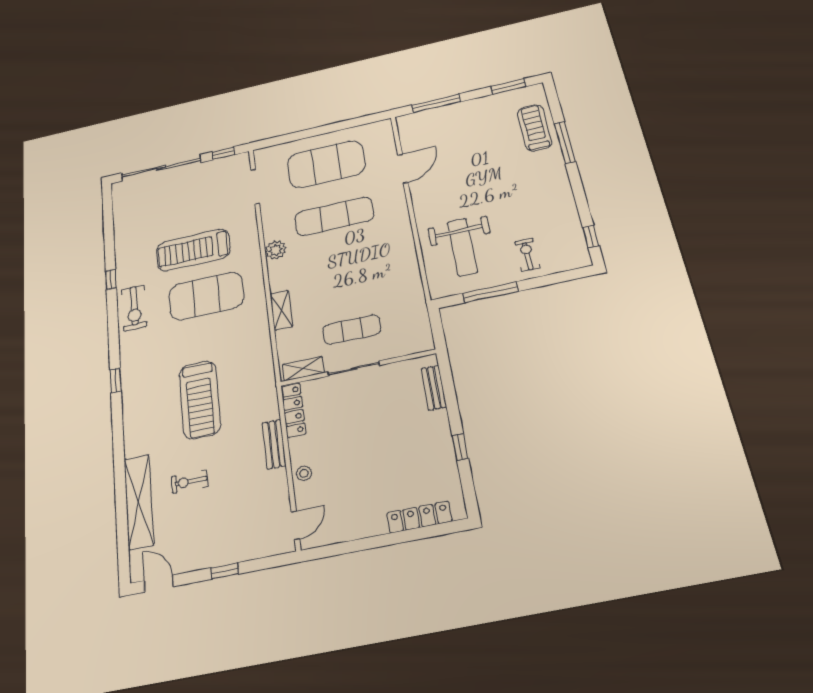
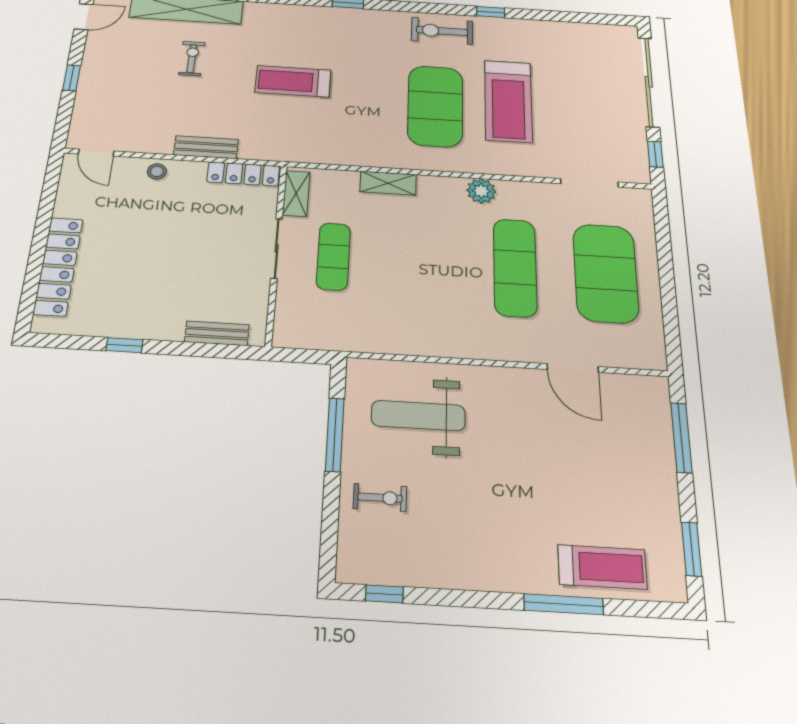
treadmill: (193, 250) -> (508, 101), turned 180
treadmill: (200, 399) -> (293, 81), width x0.73, depth x0.73
locker: (419, 517) -> (58, 266), width x1.41, depth x1.21

